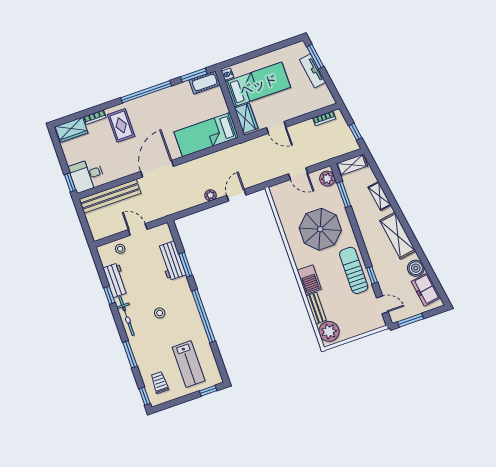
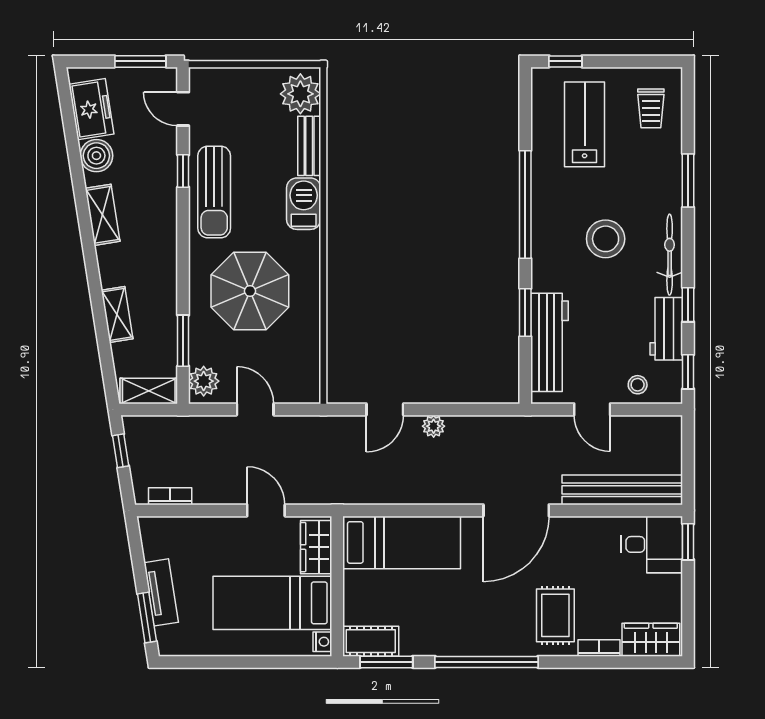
shelving: (398, 236) -> (103, 215), width x0.67, depth x0.75
workbench: (171, 261) -> (549, 342), width x1.37
stool: (160, 313) -> (606, 239), width x1.89, depth x1.89
window: (145, 396) -> (688, 372), moved

